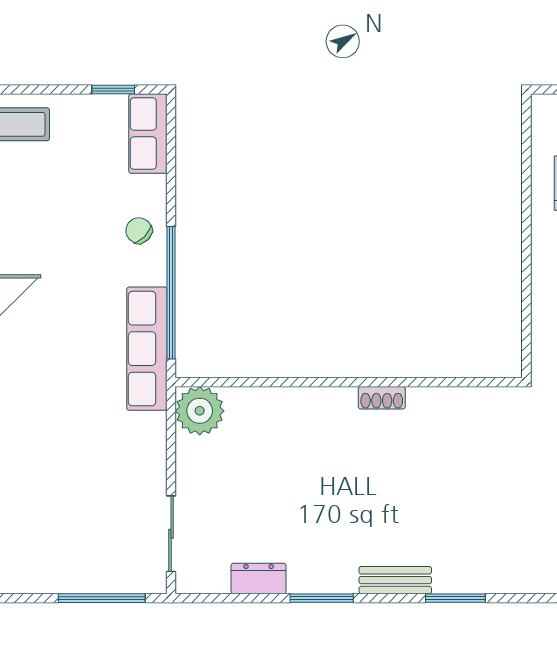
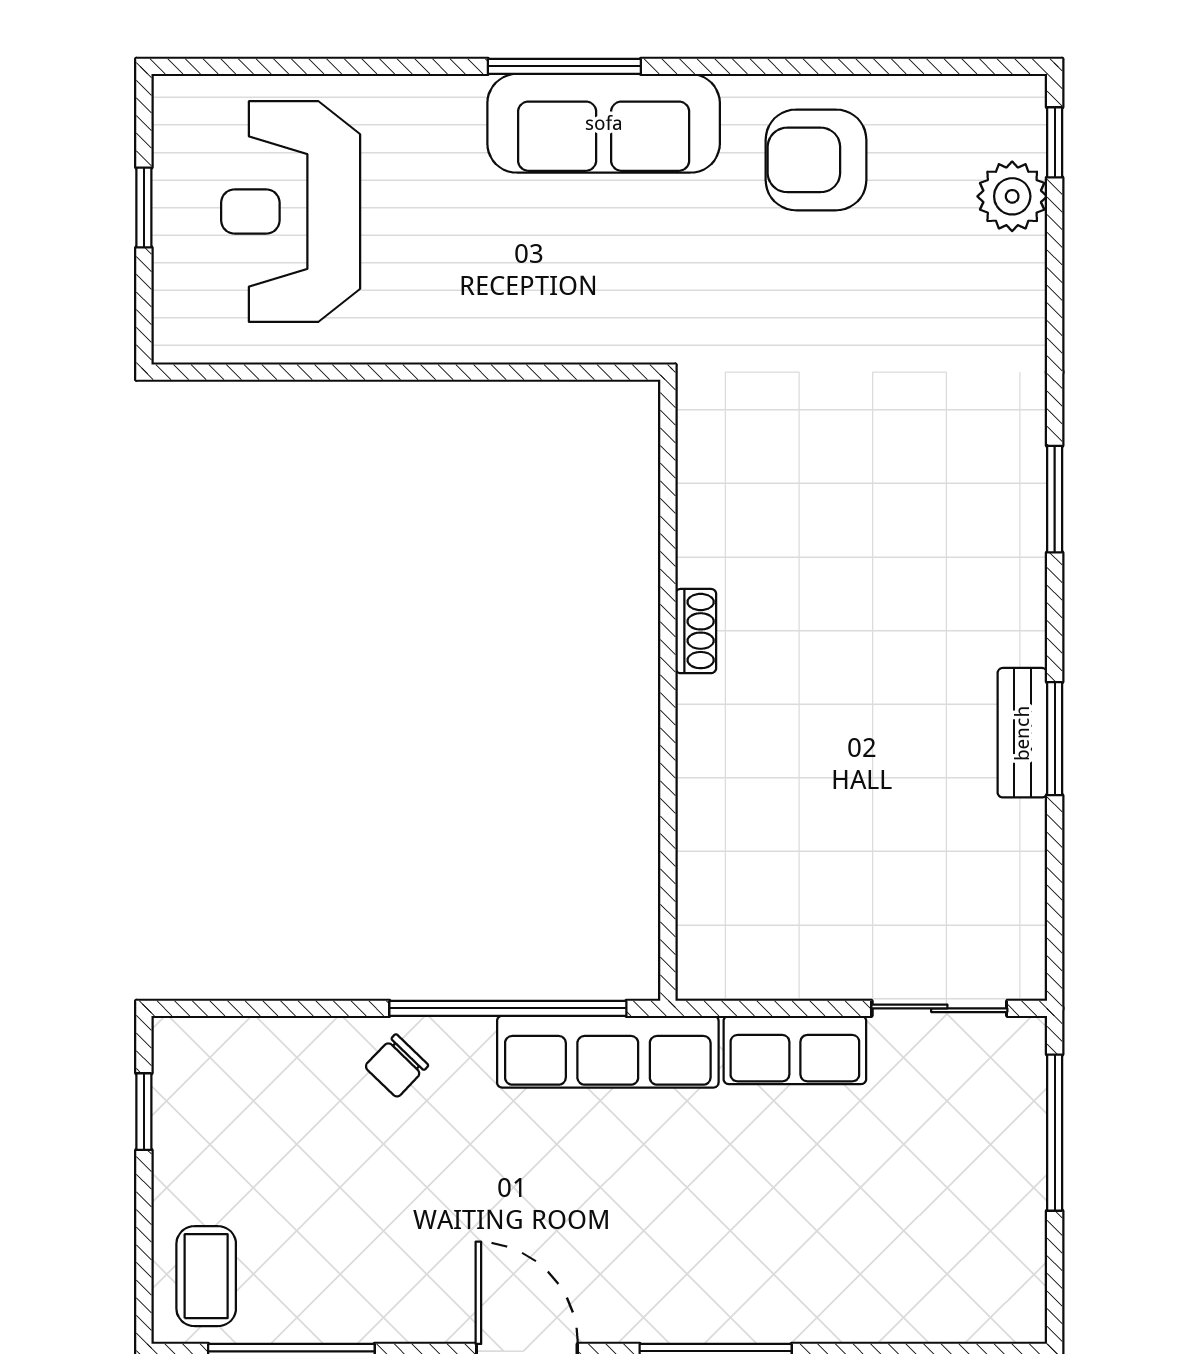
row of seats: (148, 134) -> (795, 1050), moved
plant: (200, 411) -> (719, 957), removed
dresser: (259, 579) -> (1020, 852), removed
bench: (395, 580) -> (1022, 733), moved

